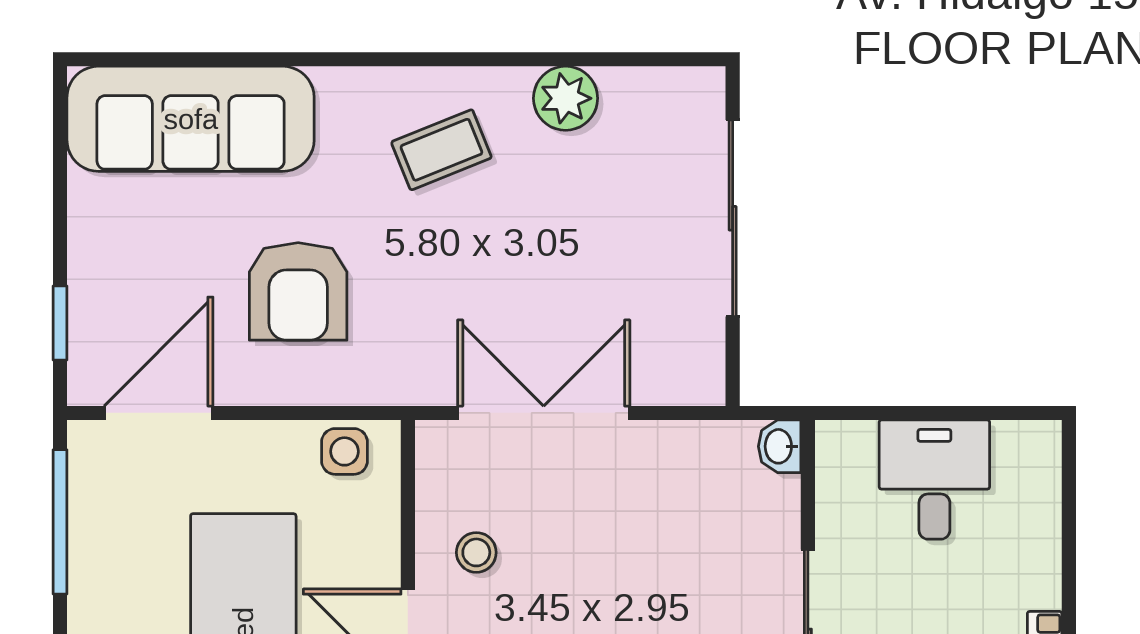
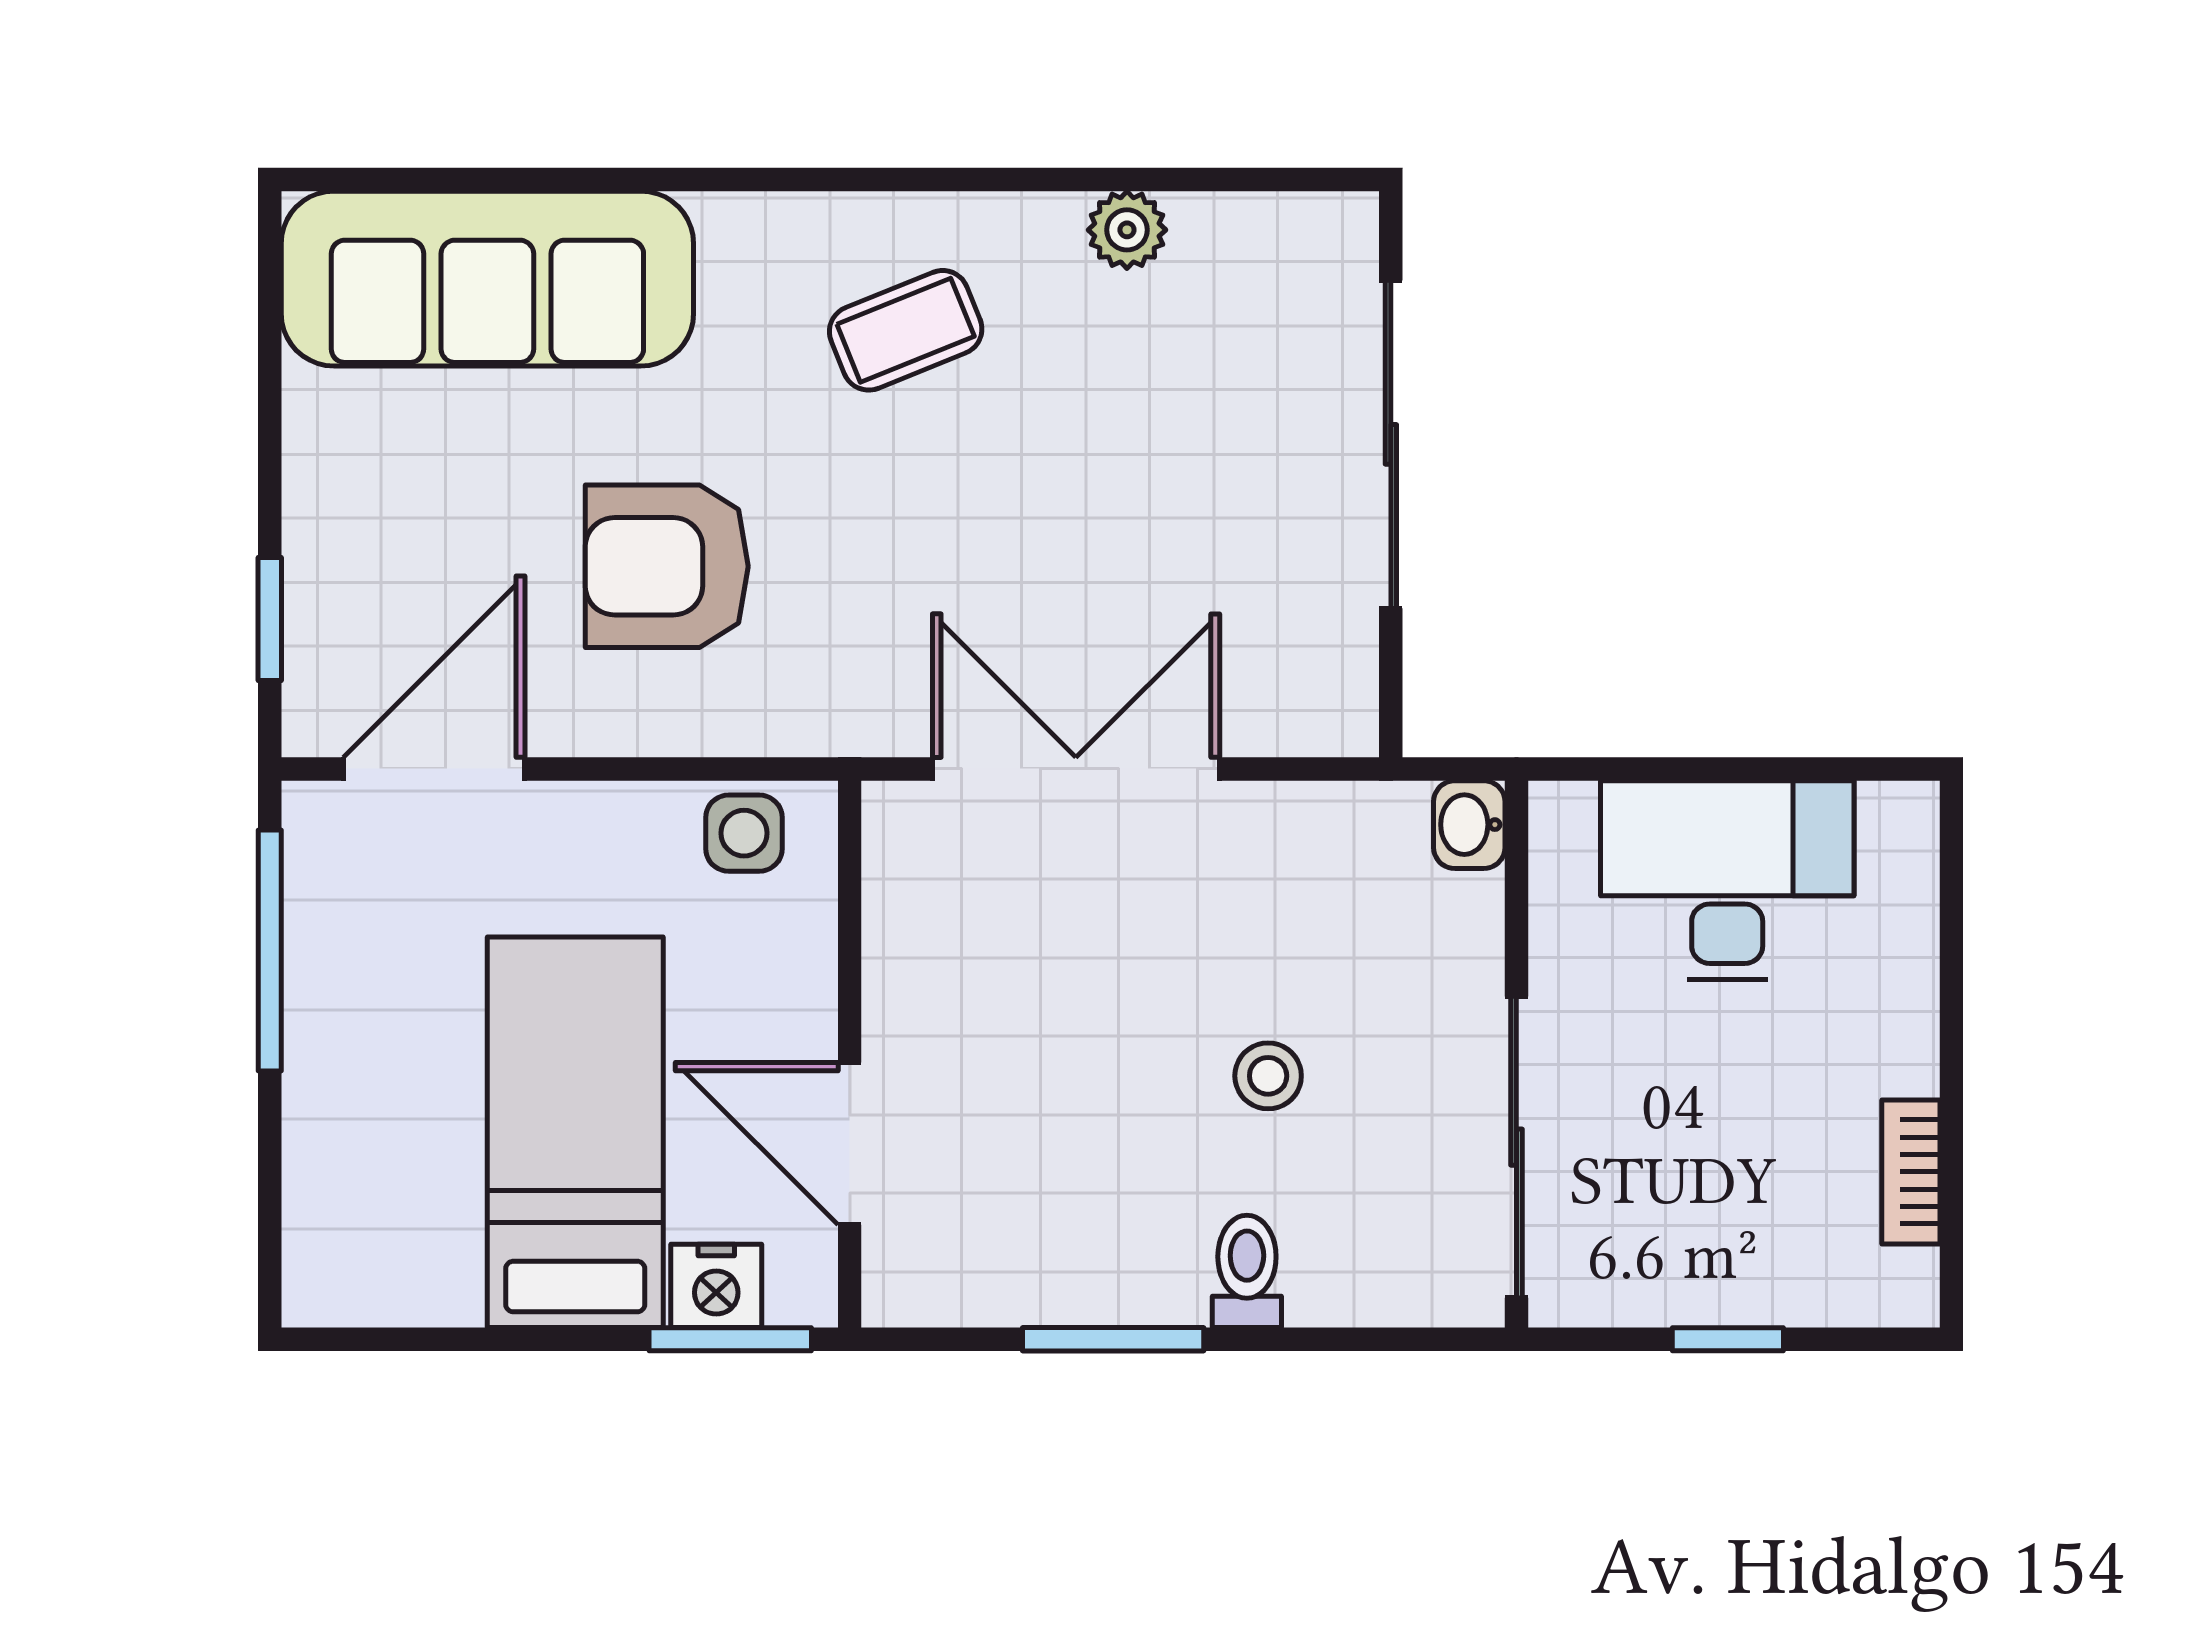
plant: (566, 98) -> (1127, 230), width x0.73, depth x0.73
armchair: (298, 291) -> (667, 566), turned 90
desk: (934, 480) -> (1727, 880), width x1.37
stool: (476, 552) -> (1268, 1076), moved

